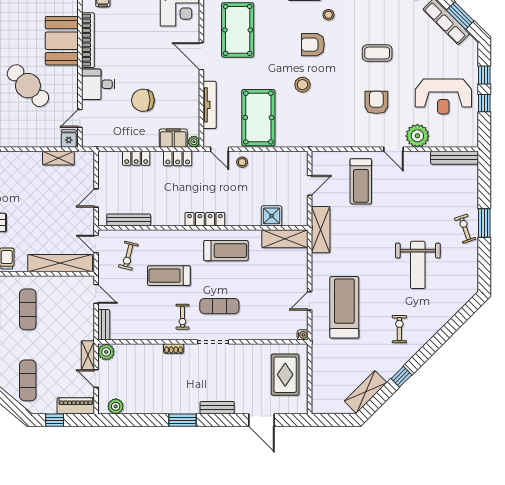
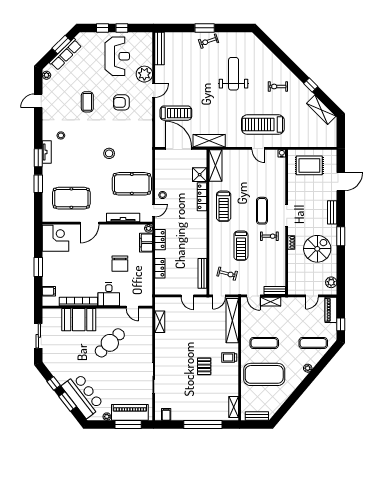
armchair: (313, 45) -> (81, 146), removed
fridge: (69, 139) -> (146, 315), removed
door: (310, 185) -> (179, 148), width x1.88
locker: (205, 219) -> (202, 197), moved
treadmill: (226, 251) -> (224, 206), turned 180
weight bench: (418, 265) -> (234, 74), turned -90
door: (96, 294) -> (253, 296), swing flipped
plant: (106, 352) -> (294, 289), removed
shelving: (88, 355) -> (270, 302), moved
spiral stairs: (164, 386) -> (317, 249), added

